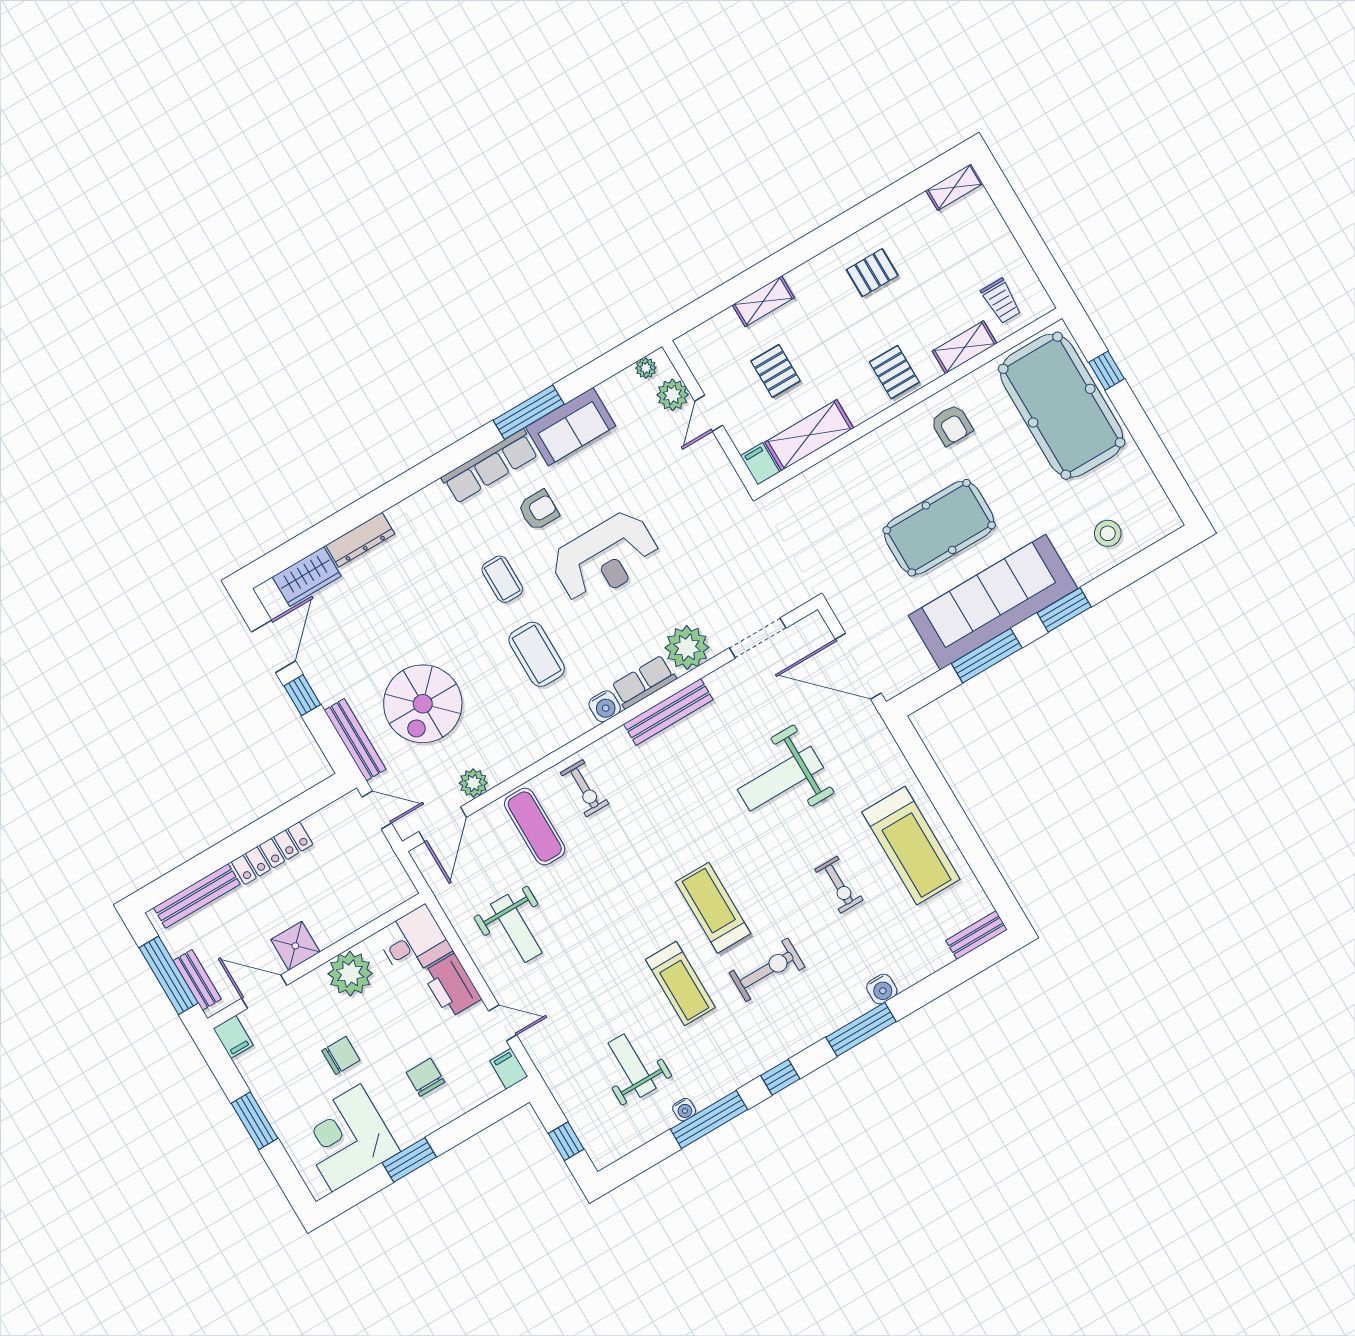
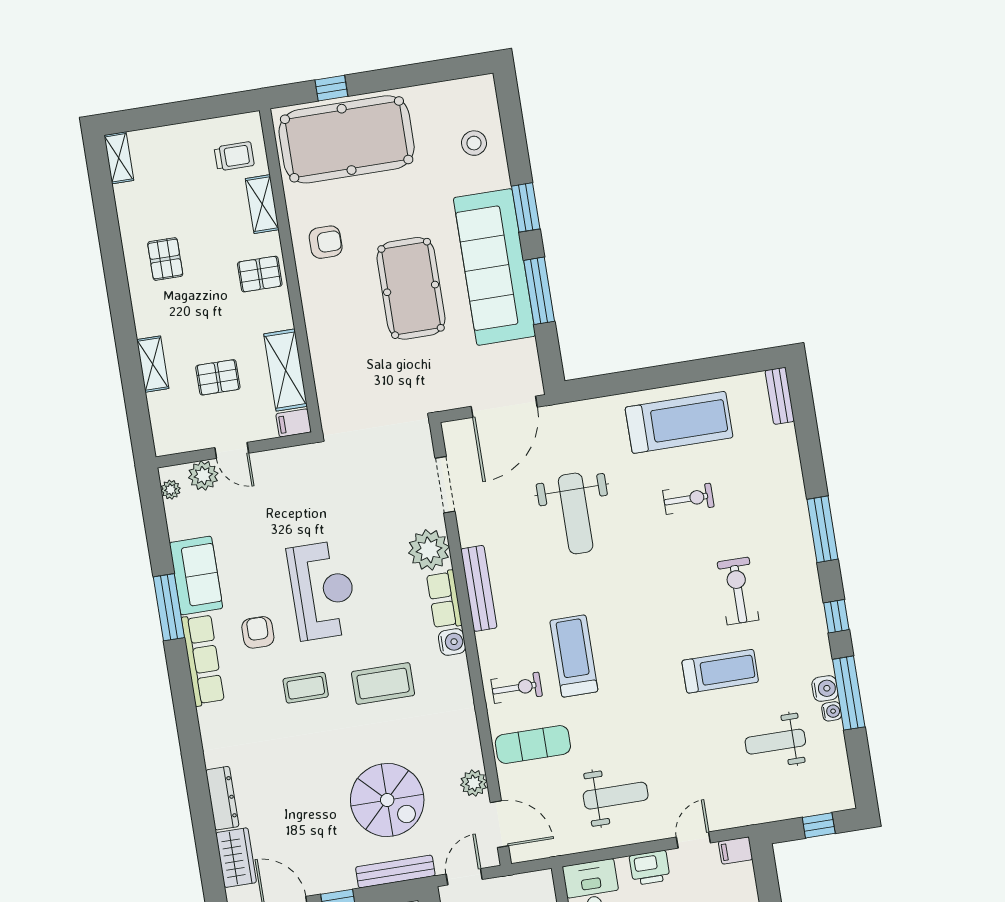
treadmill: (713, 908) -> (574, 656), moved, turned 90
printer: (452, 986) -> (650, 868), width x0.73, depth x0.84
water cooler: (882, 989) -> (825, 689), moved

